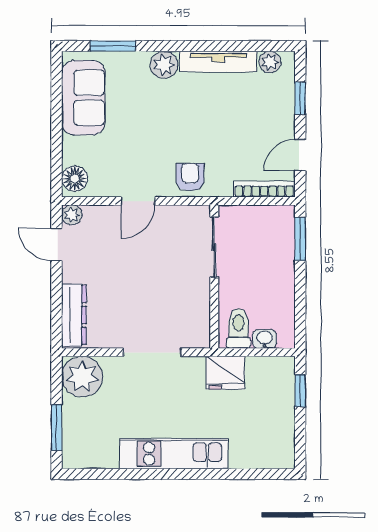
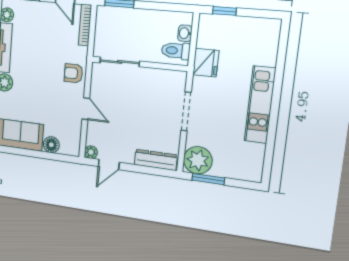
floor lamp: (75, 179) -> (51, 145), moved
window: (57, 428) -> (208, 179), moved

